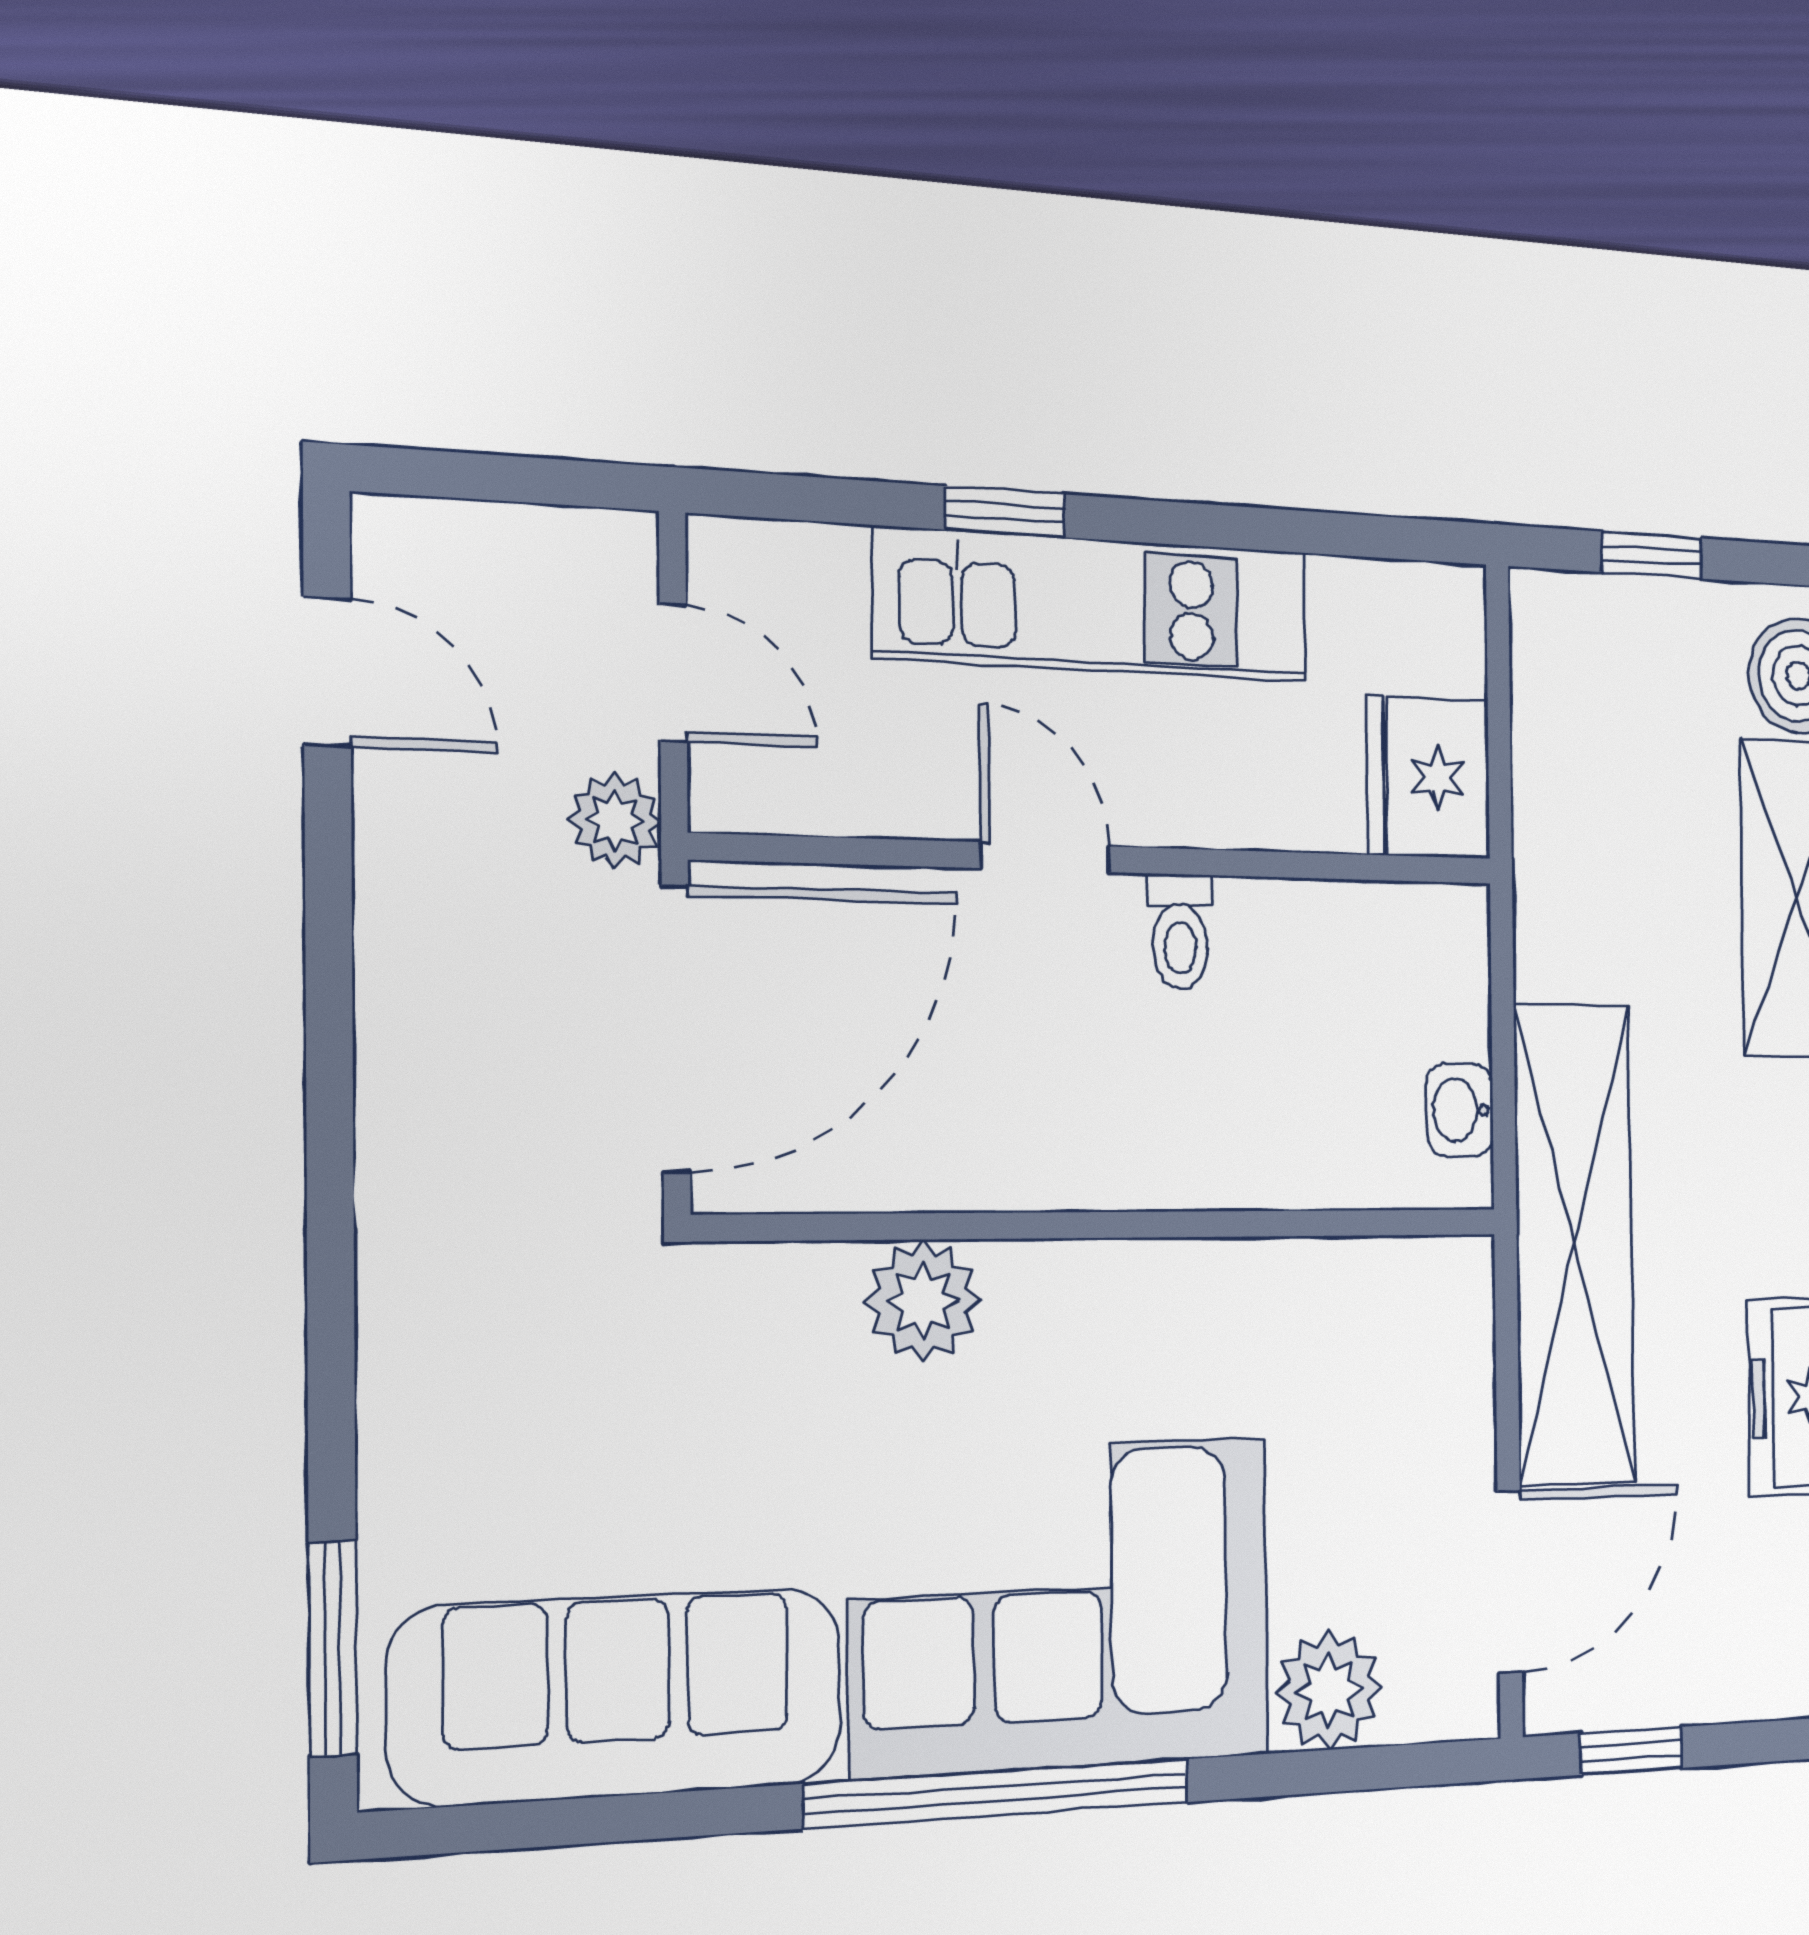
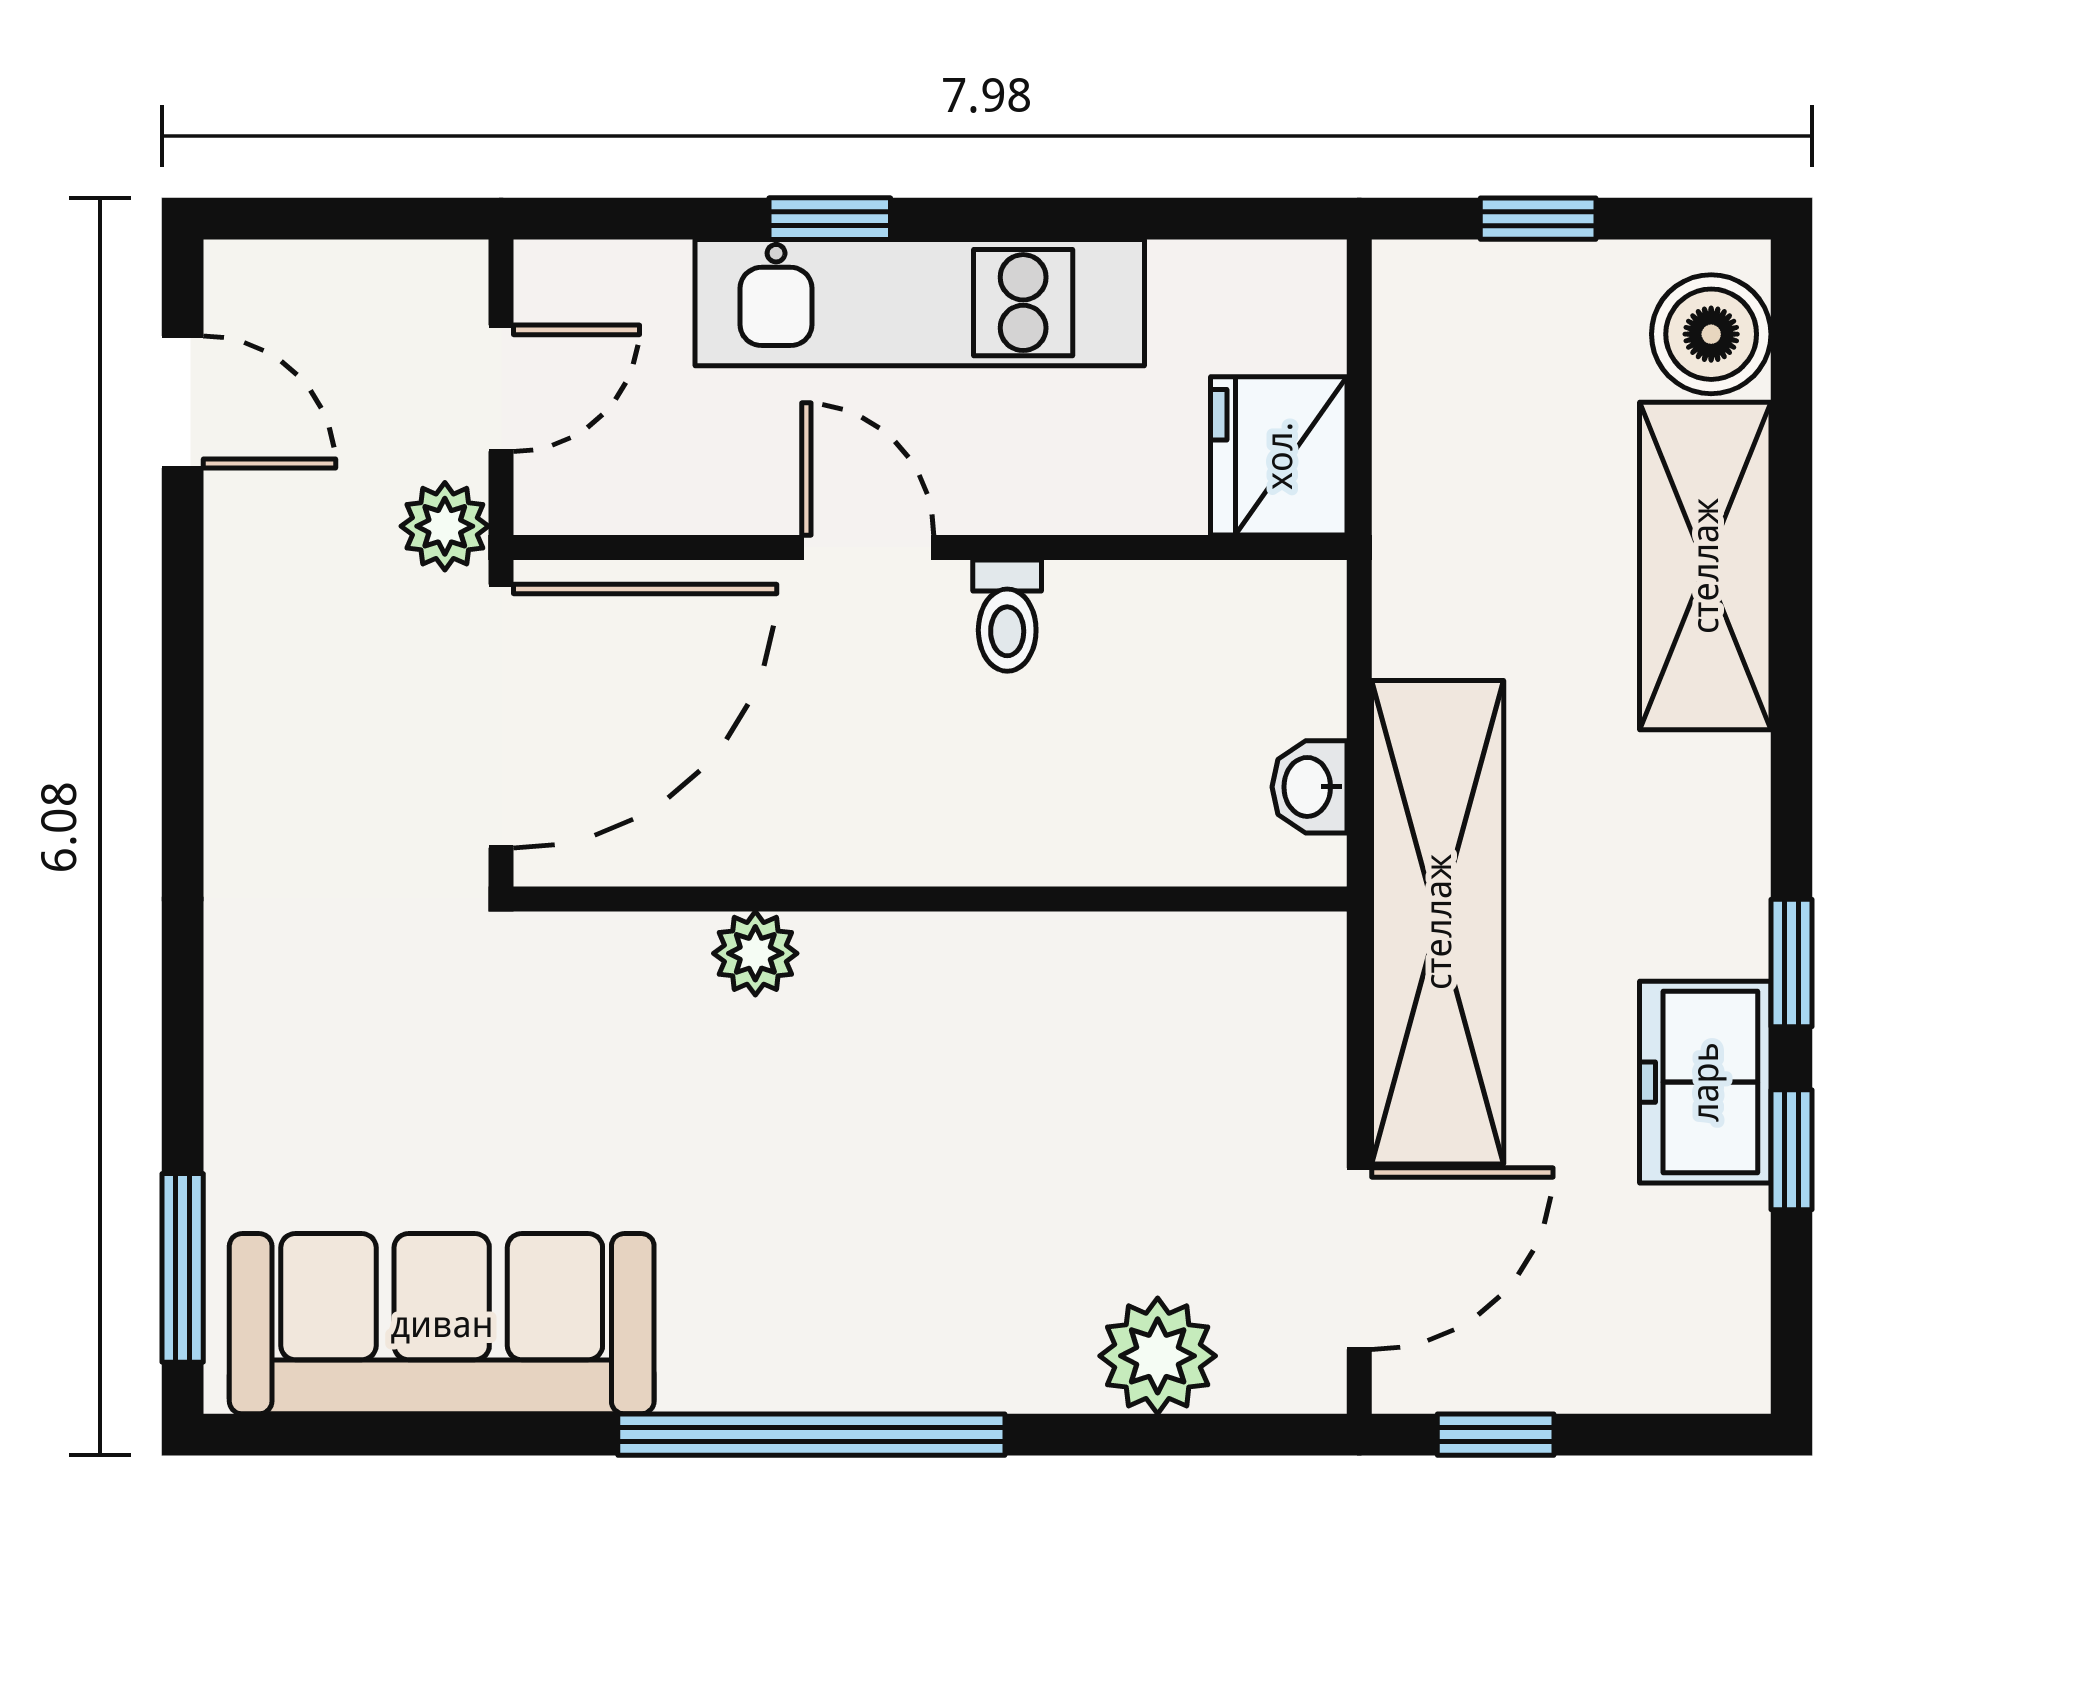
door: (673, 673) -> (501, 388), hinge flipped
plant: (923, 1301) -> (755, 953), width x0.73, depth x0.73
corner sofa: (1062, 1606) -> (877, 1261), removed

